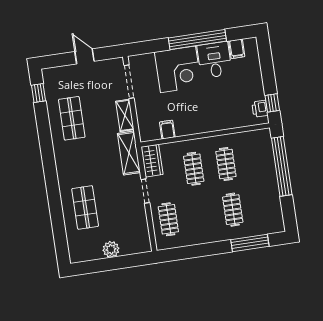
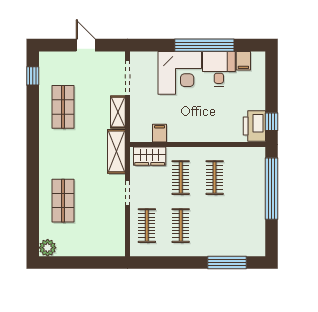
printer: (260, 109) -> (254, 126), width x1.87, depth x1.48
wardrobe: (152, 161) -> (150, 156), moved, turned 90
clothes rail: (233, 210) -> (181, 226), moved
plant: (111, 249) -> (48, 248), moved

